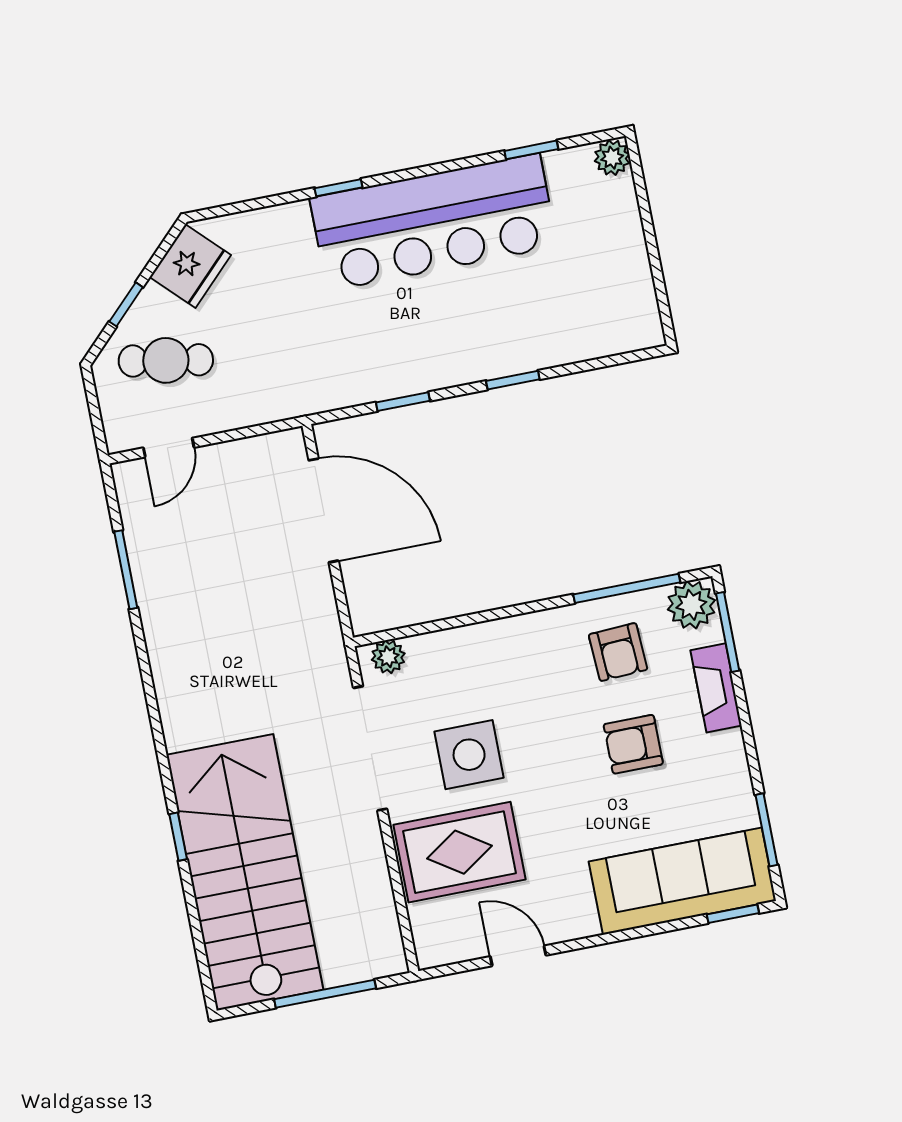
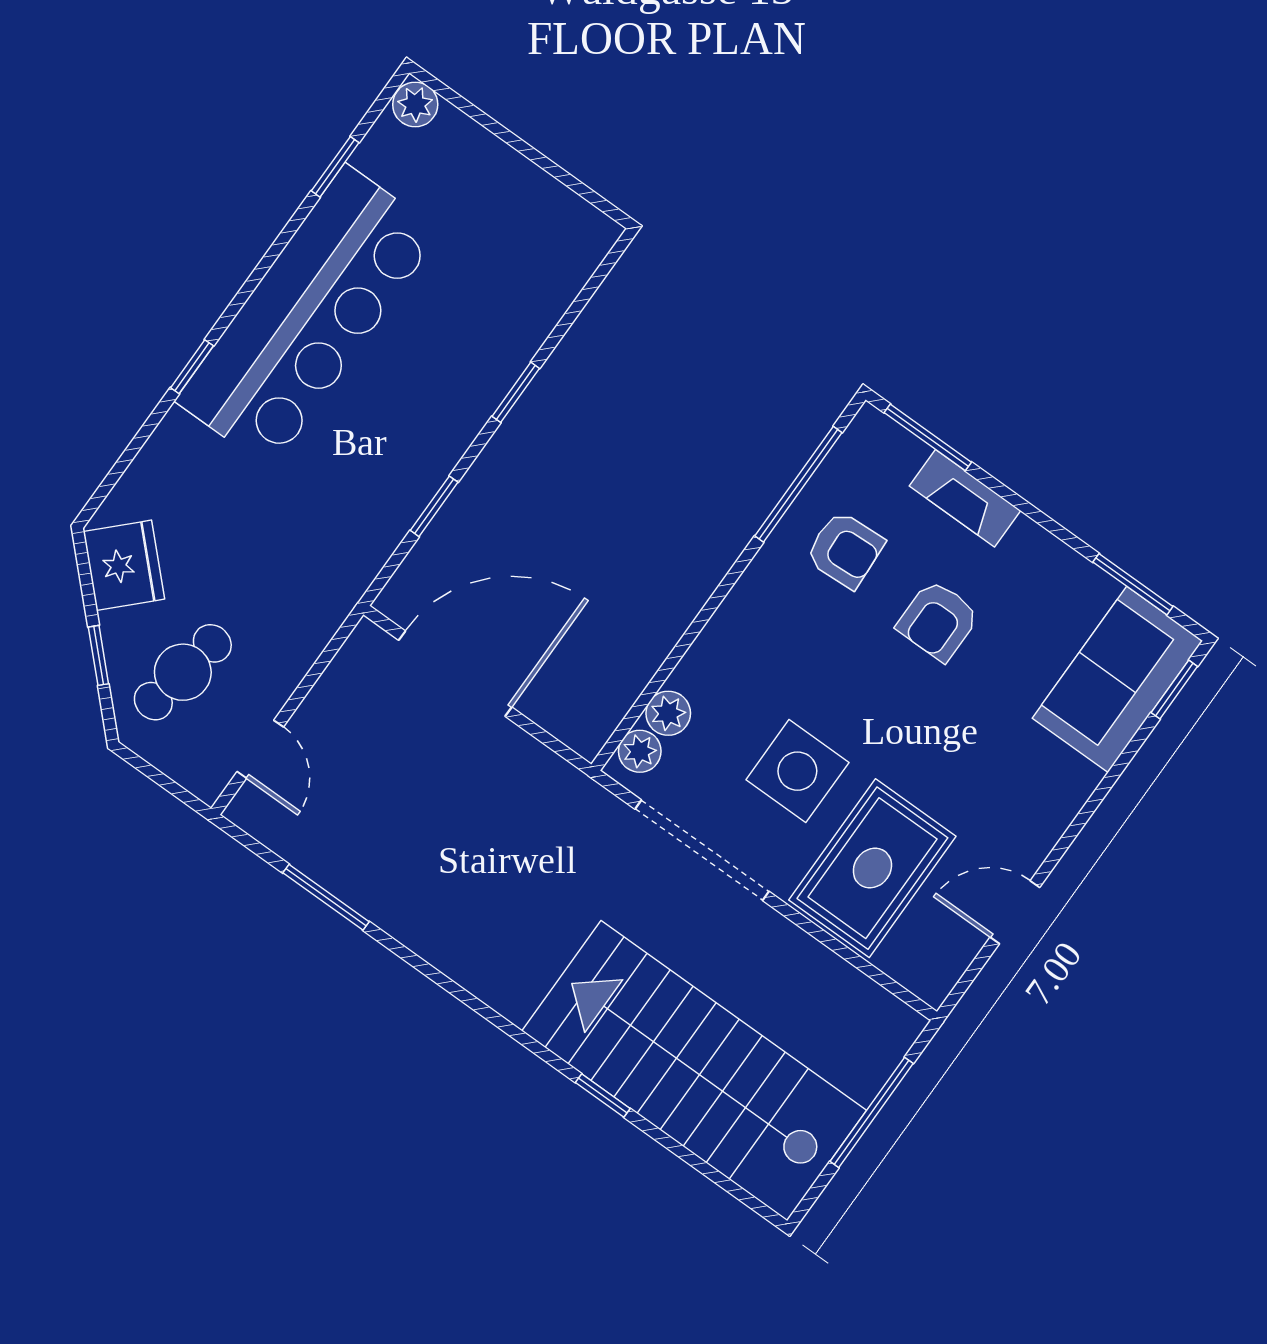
plant: (691, 605) -> (668, 713), moved, width x0.73, depth x0.73
sofa: (682, 881) -> (1117, 679), width x0.73

